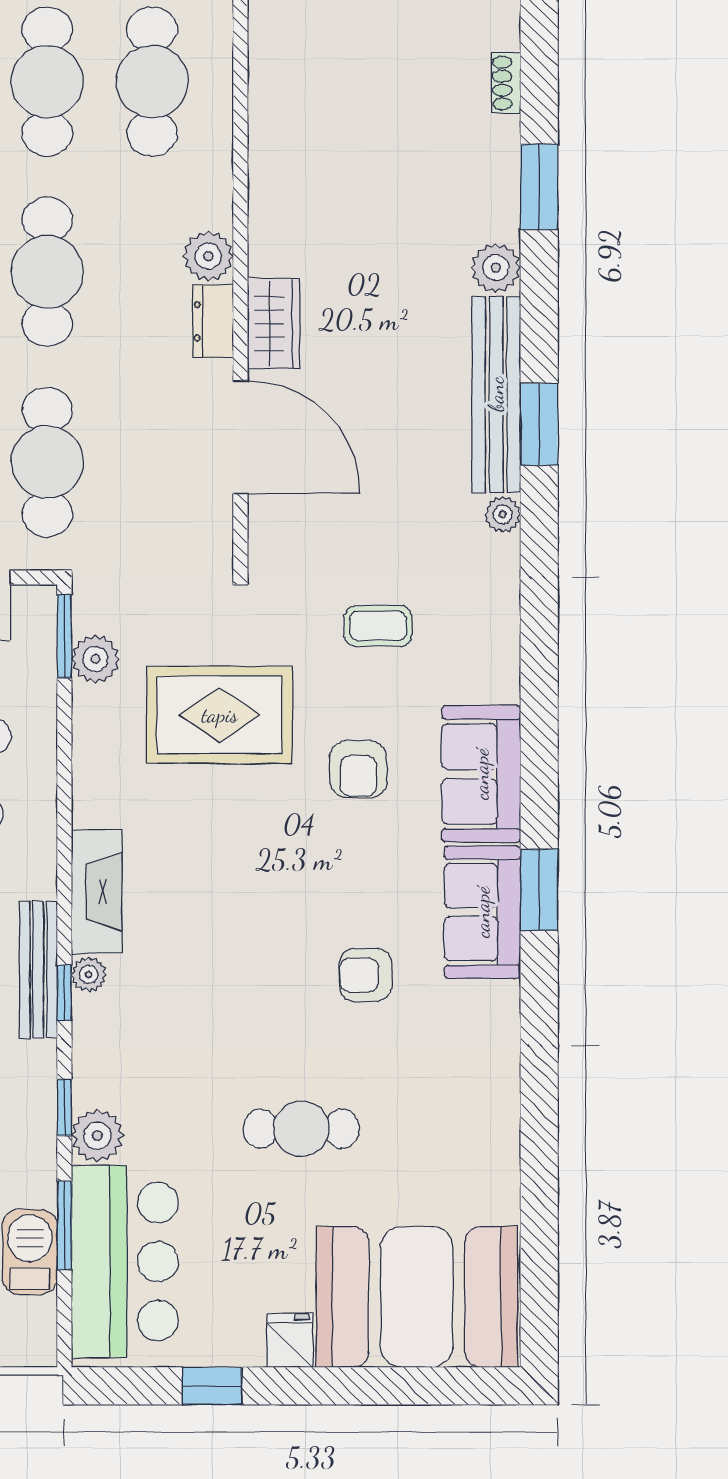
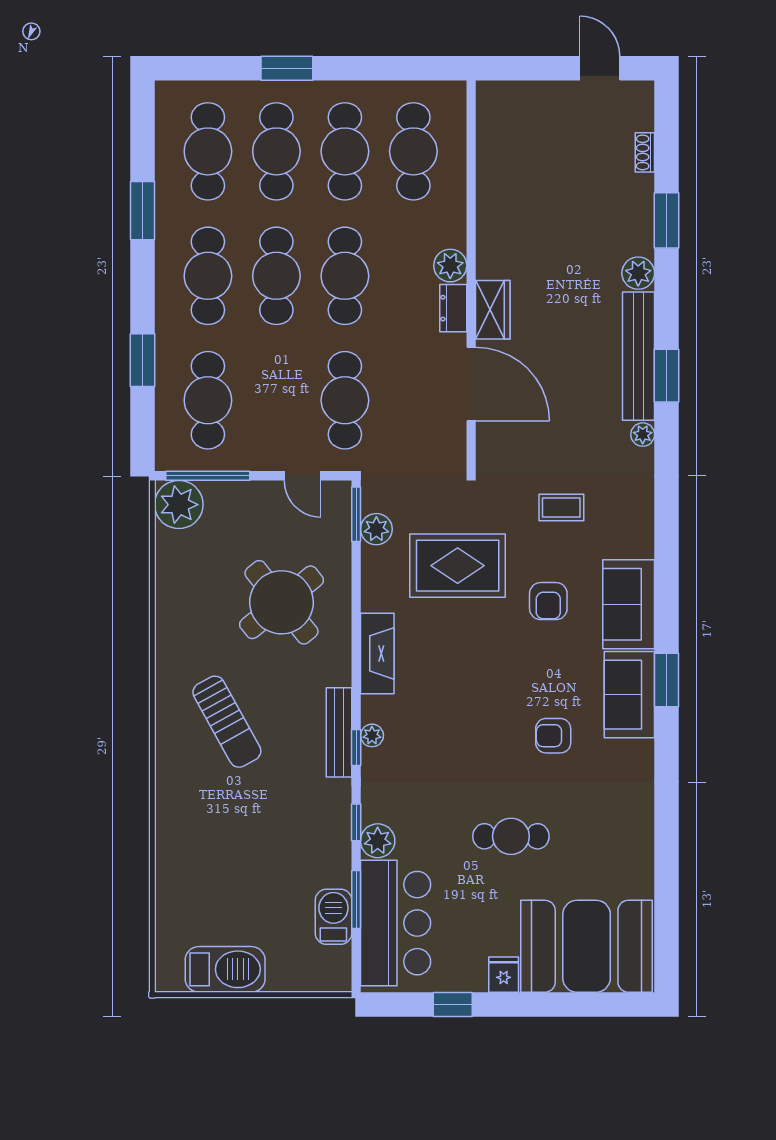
fireplace: (97, 892) -> (377, 653), moved

